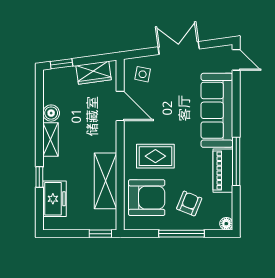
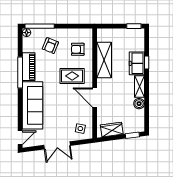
door: (236, 60) -> (20, 138), swing flipped
door: (120, 106) -> (95, 98), moved
armchair: (147, 198) -> (78, 49), width x0.53, depth x0.53
freezer: (55, 199) -> (137, 63), moved
window: (100, 234) -> (134, 26), moved
window: (182, 234) -> (40, 26), moved

